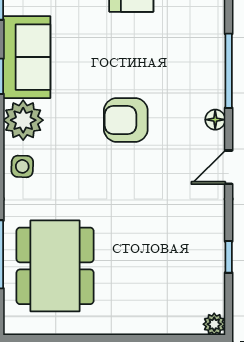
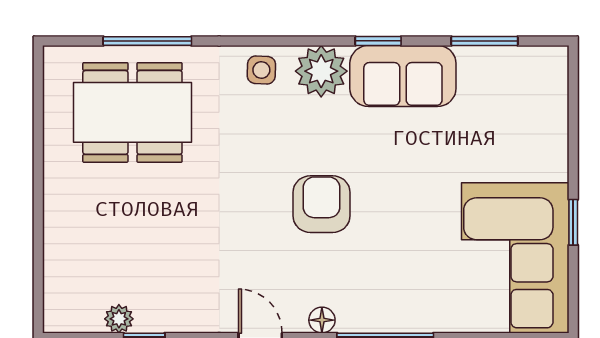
plant: (214, 324) -> (119, 319), moved

